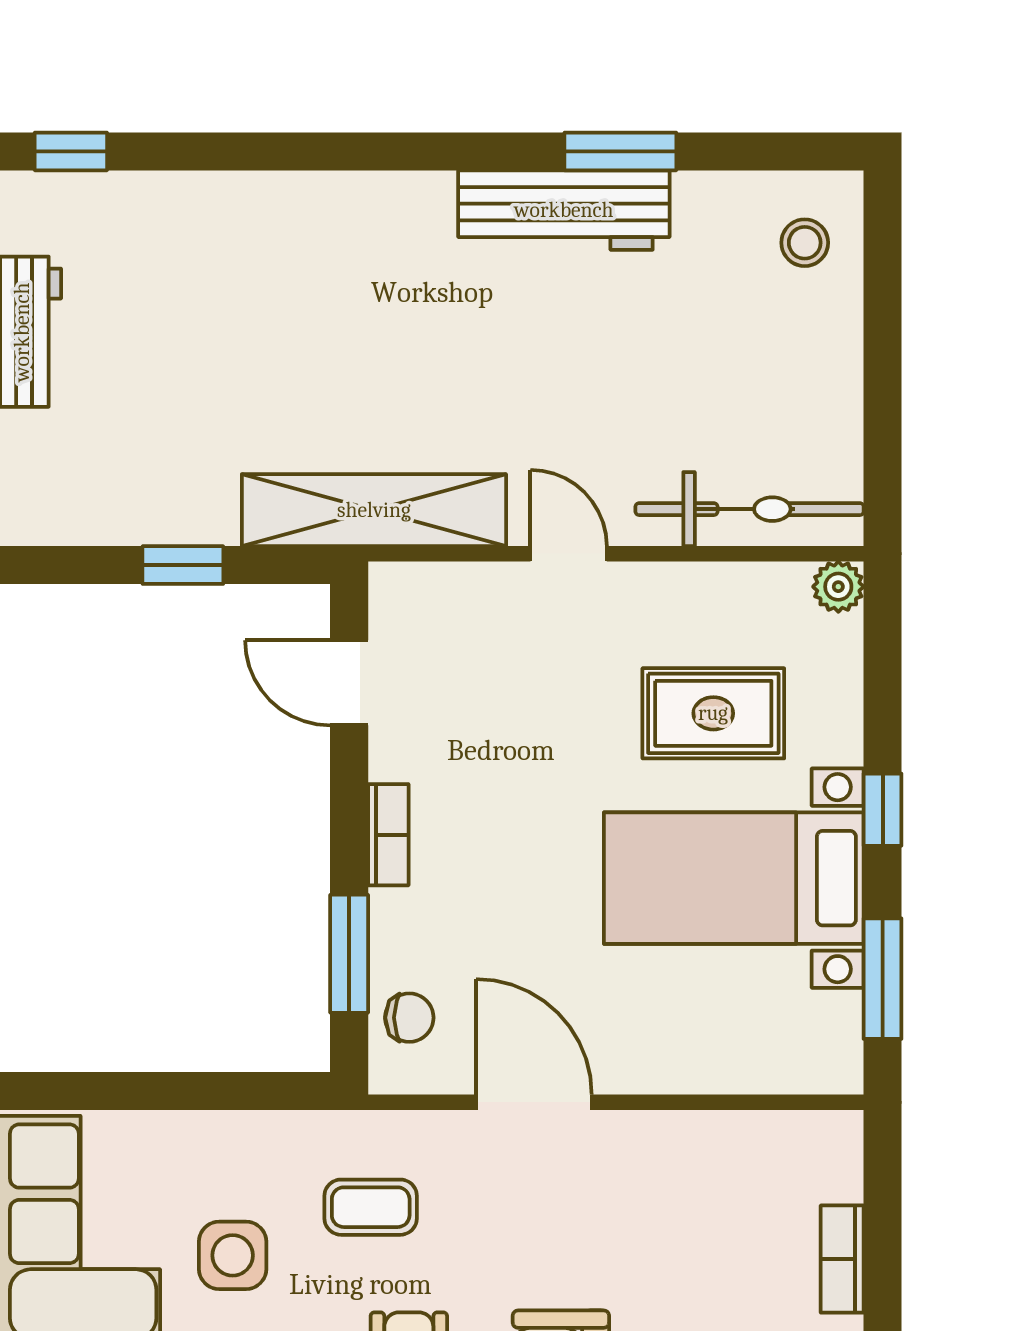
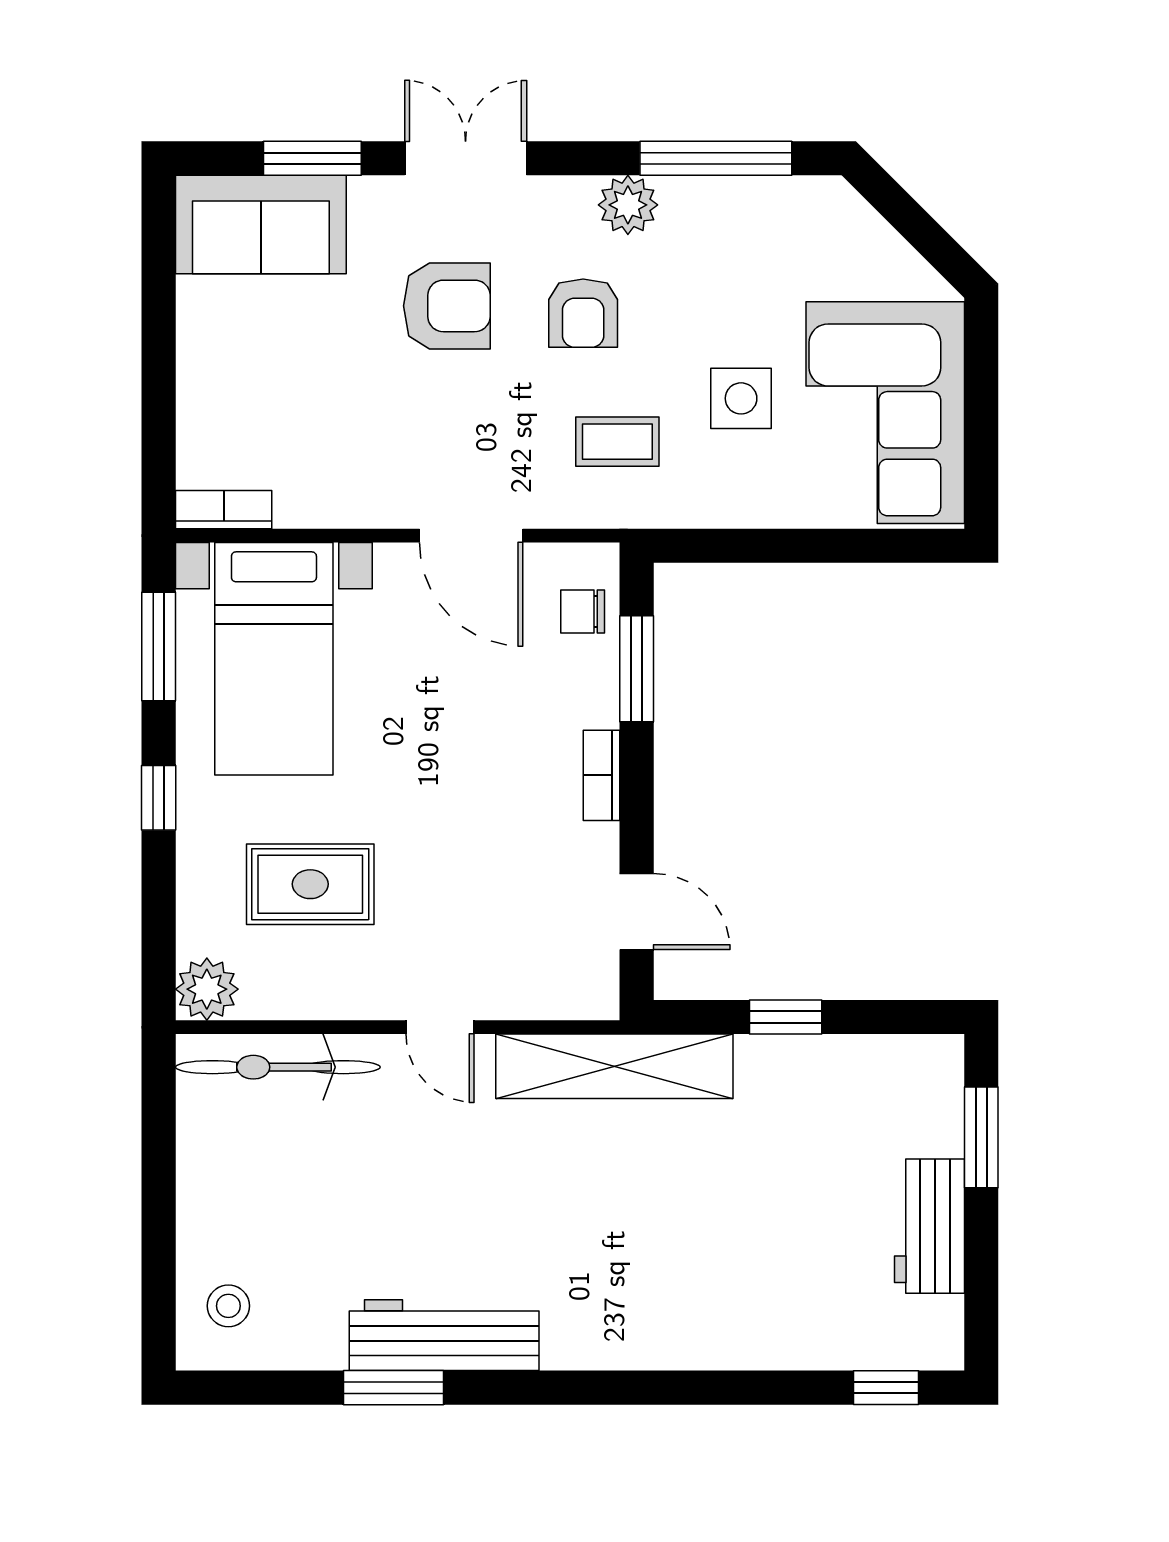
plant: (838, 587) -> (207, 989), width x1.38, depth x1.38
bed with nightstands: (734, 878) -> (274, 659), moved, turned 90
bookcase: (842, 1259) -> (224, 510), moved, turned -90

